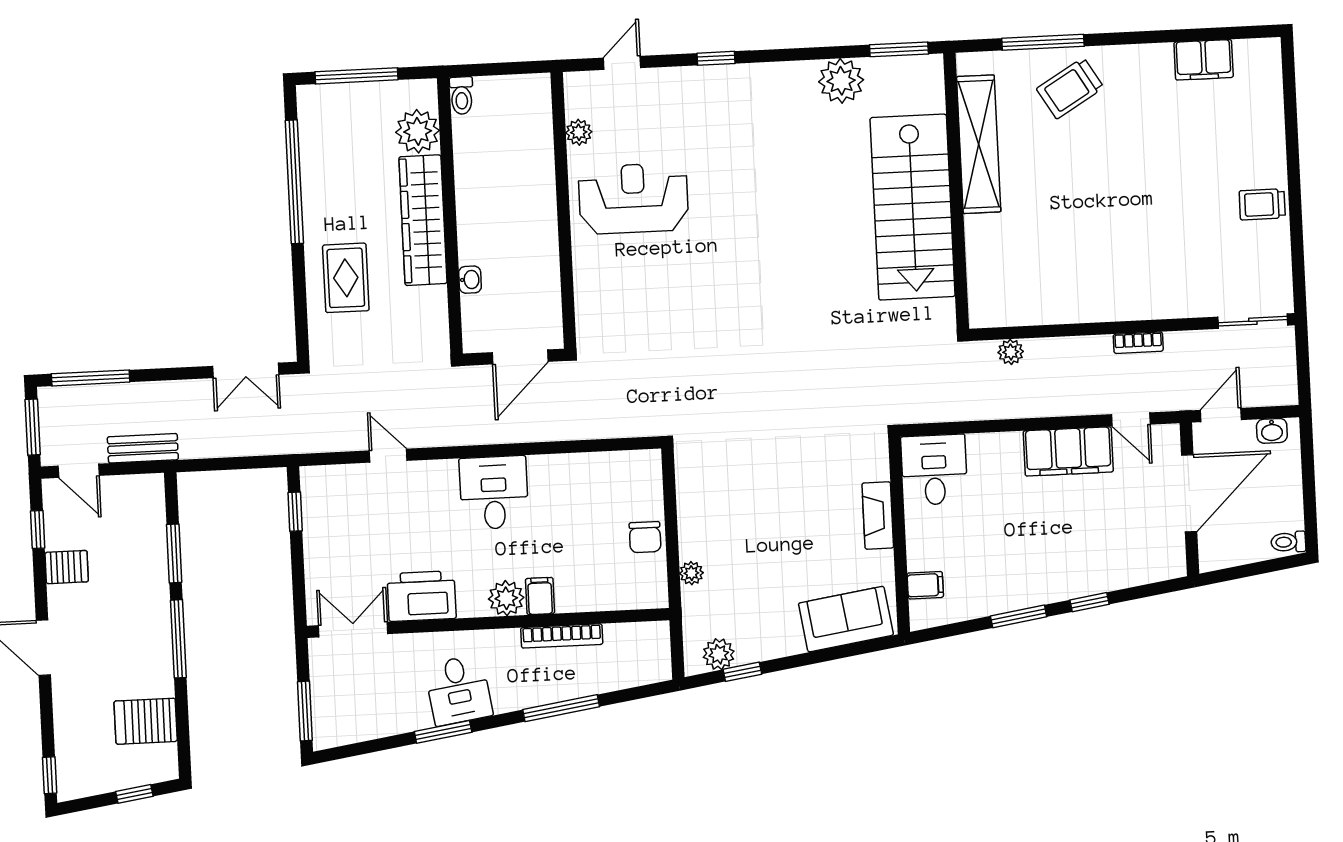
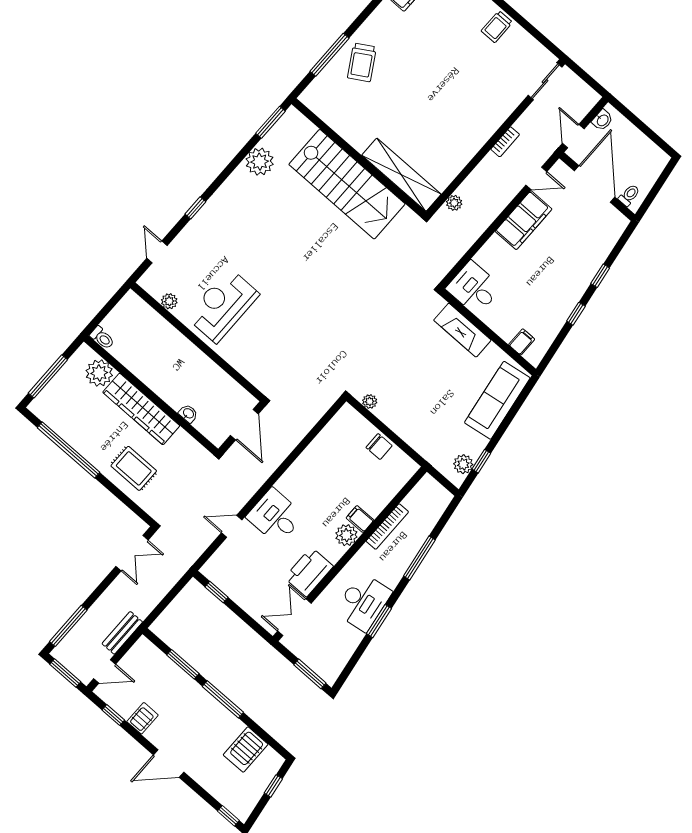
shelving: (979, 144) -> (401, 175), moved
desk: (494, 493) -> (275, 516), moved
fireplace: (878, 515) -> (462, 330), width x1.37, depth x1.32
toilet: (1288, 542) -> (629, 195), moved, turned 180
plant: (691, 573) -> (370, 402), moved
window: (1019, 616) -> (576, 314), width x0.67
sofa: (846, 619) -> (497, 400), width x1.36
desk: (458, 690) -> (363, 602), width x1.37

